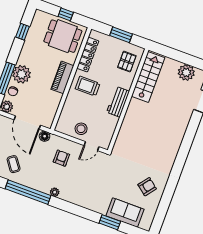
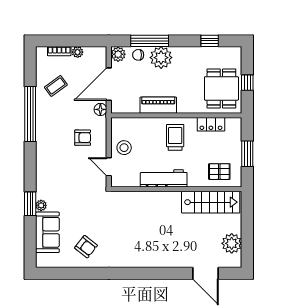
locker: (88, 55) -> (211, 124), width x0.66
piano: (62, 77) -> (158, 105), moved
workbench: (118, 102) -> (164, 178), width x1.37
plant: (55, 192) -> (41, 205), moved
window: (110, 222) -> (30, 204), moved

